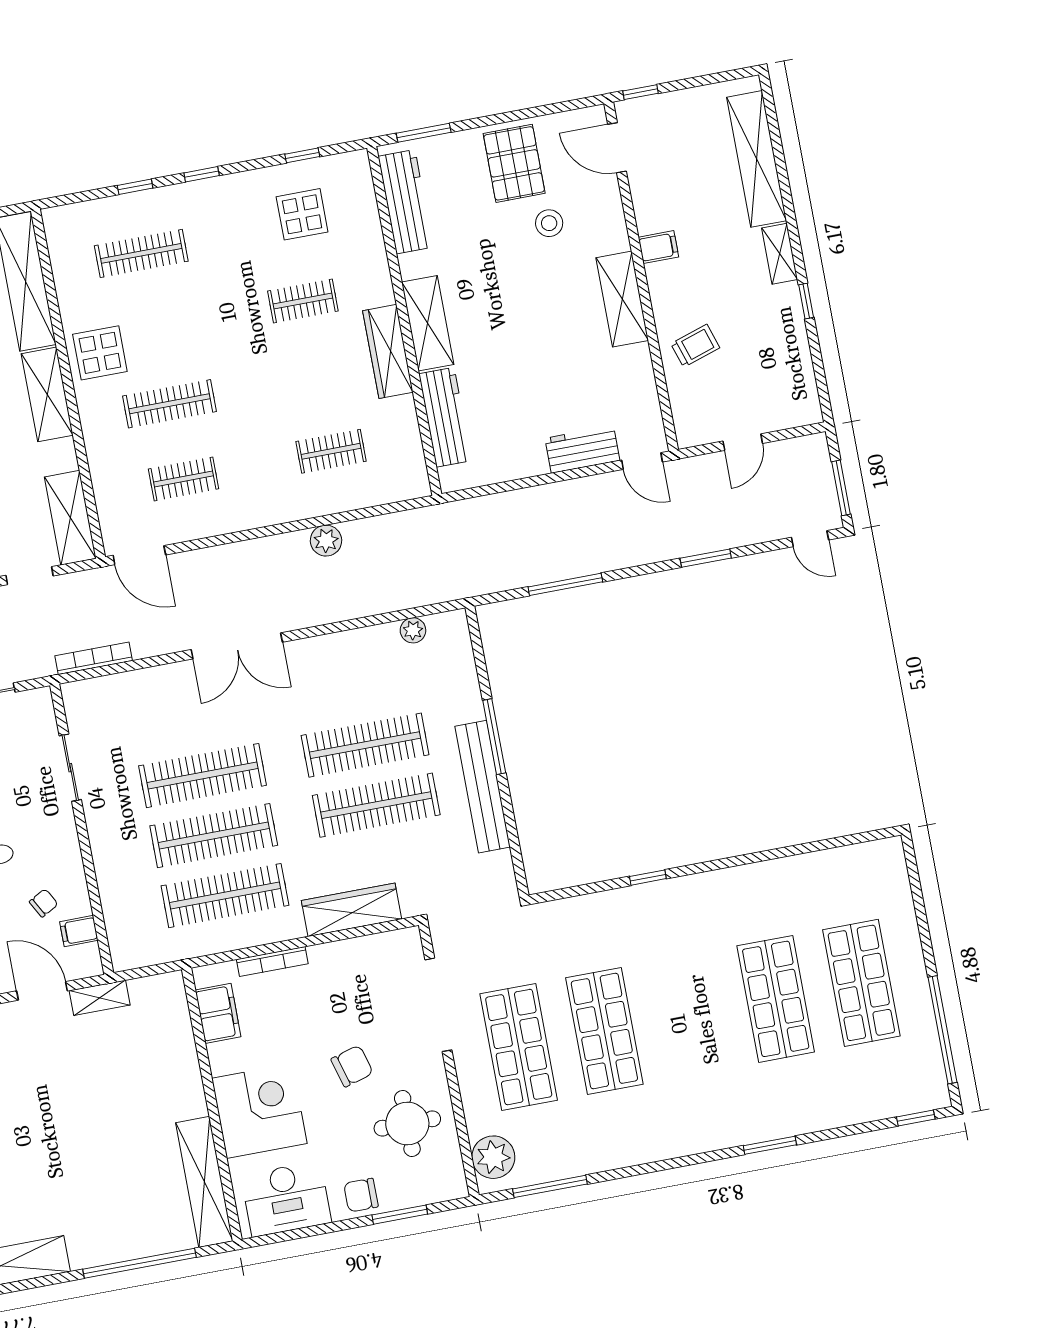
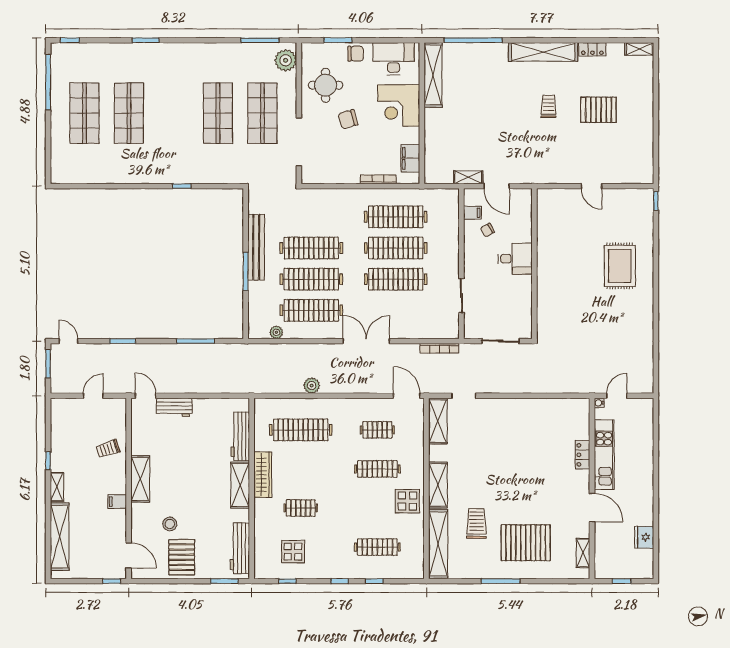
clothes rail: (331, 451) -> (301, 430), width x1.86, depth x1.31
clothes rail: (354, 685) -> (311, 310), added
wardrobe: (352, 910) -> (334, 198), removed

